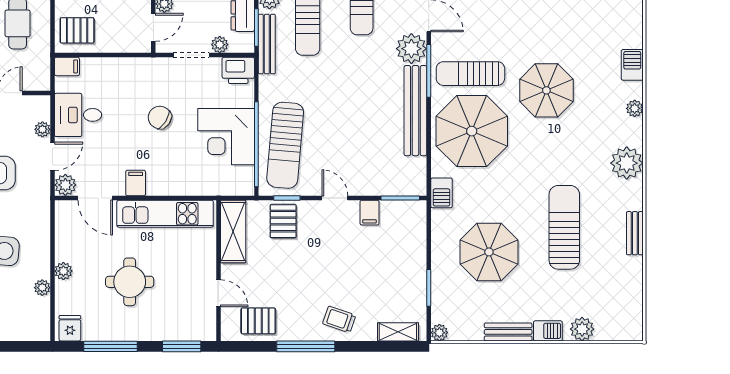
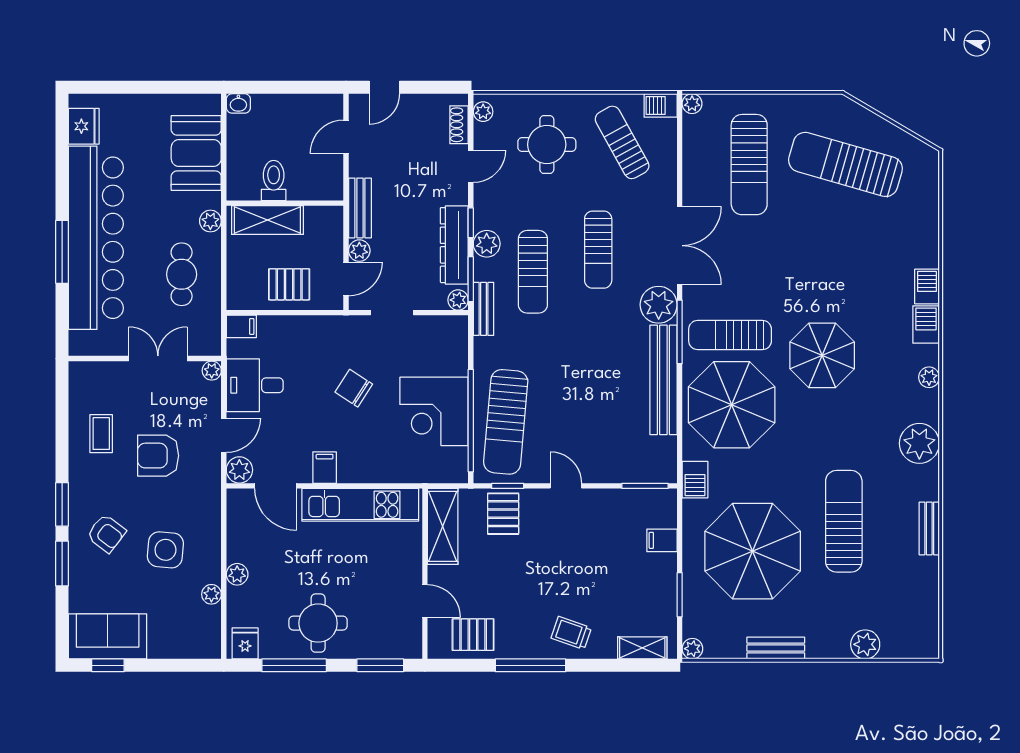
pallet: (77, 30) -> (289, 284), moved
bench: (267, 44) -> (483, 309), width x0.73
plant: (220, 45) -> (458, 300), moved
printer: (238, 70) -> (449, 331), removed
plant: (42, 129) -> (212, 371), moved
filing cabinet: (370, 213) -> (662, 540), moved, turned 90
parasol: (489, 252) -> (753, 551), width x1.36, depth x1.36
round table: (130, 282) -> (318, 623), moved
barbecue: (548, 331) -> (927, 287), moved, turned -90

